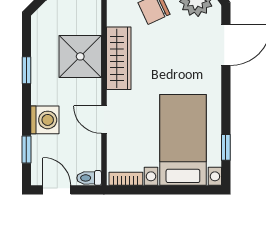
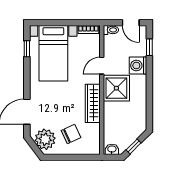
shower: (80, 56) -> (116, 88), moved
window: (26, 70) -> (149, 96), removed
door: (104, 120) -> (102, 66), swing flipped

